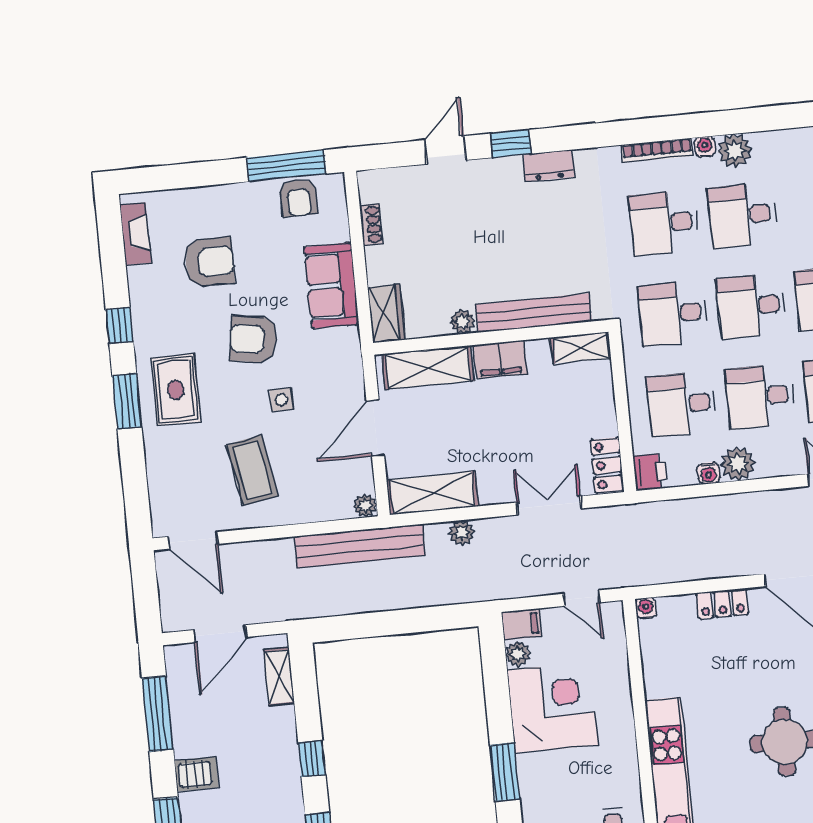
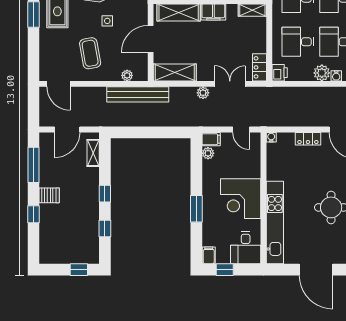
water cooler: (708, 473) -> (336, 76), moved
plant: (365, 506) -> (127, 75), moved
plant: (462, 533) -> (203, 93), moved
corner desk: (553, 708) -> (241, 199), moved, turned 180

